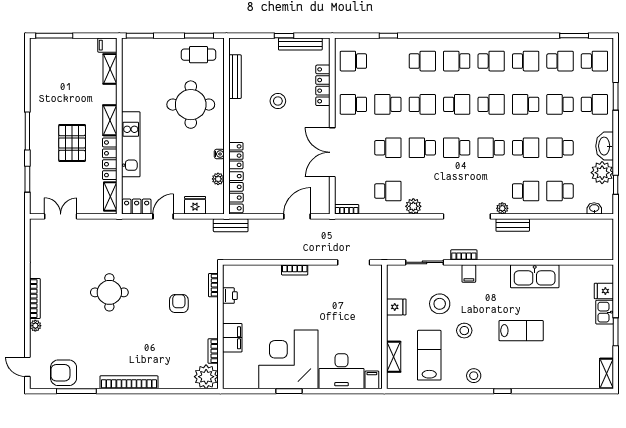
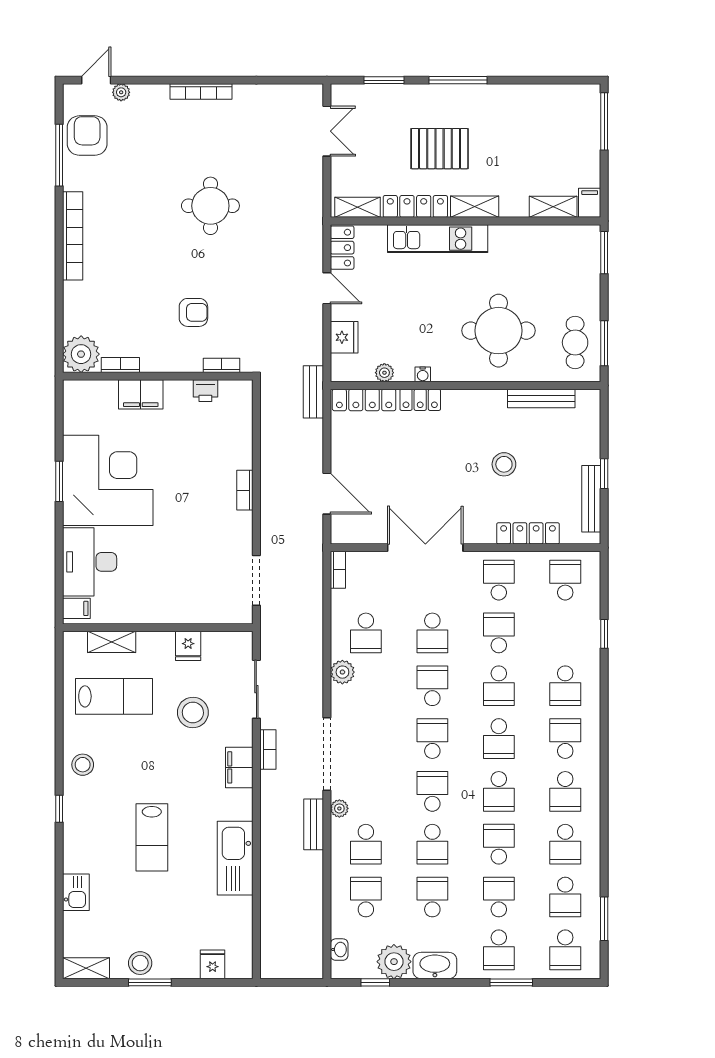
filing cabinet: (469, 274) -> (239, 767), width x2.00
kitchen sink: (605, 312) -> (76, 892), moved, turned 90
plant: (35, 326) -> (121, 92), moved
stool: (464, 331) -> (140, 963), moved

